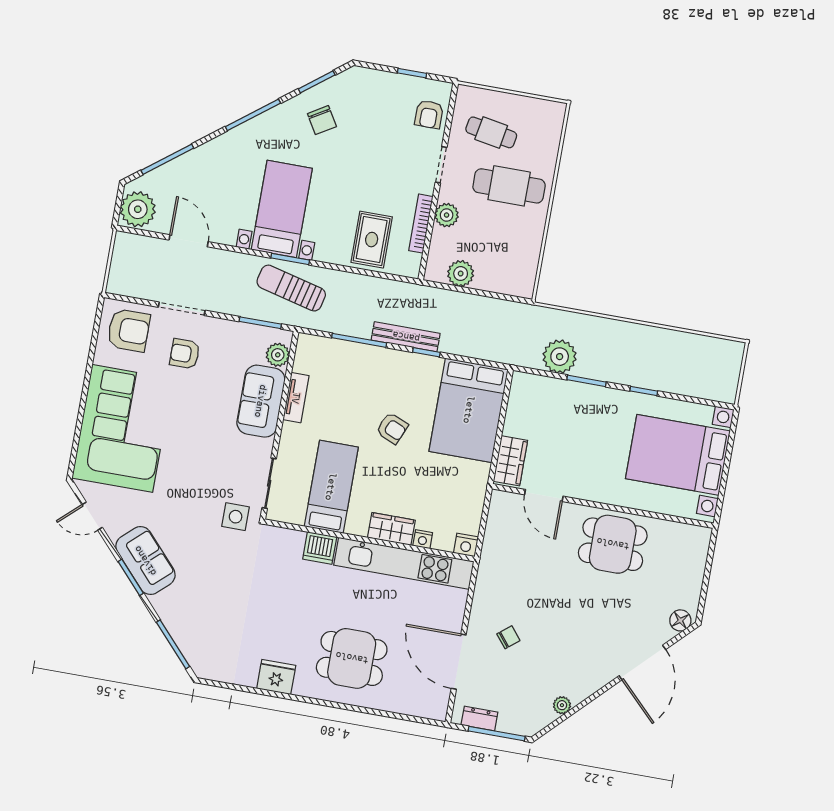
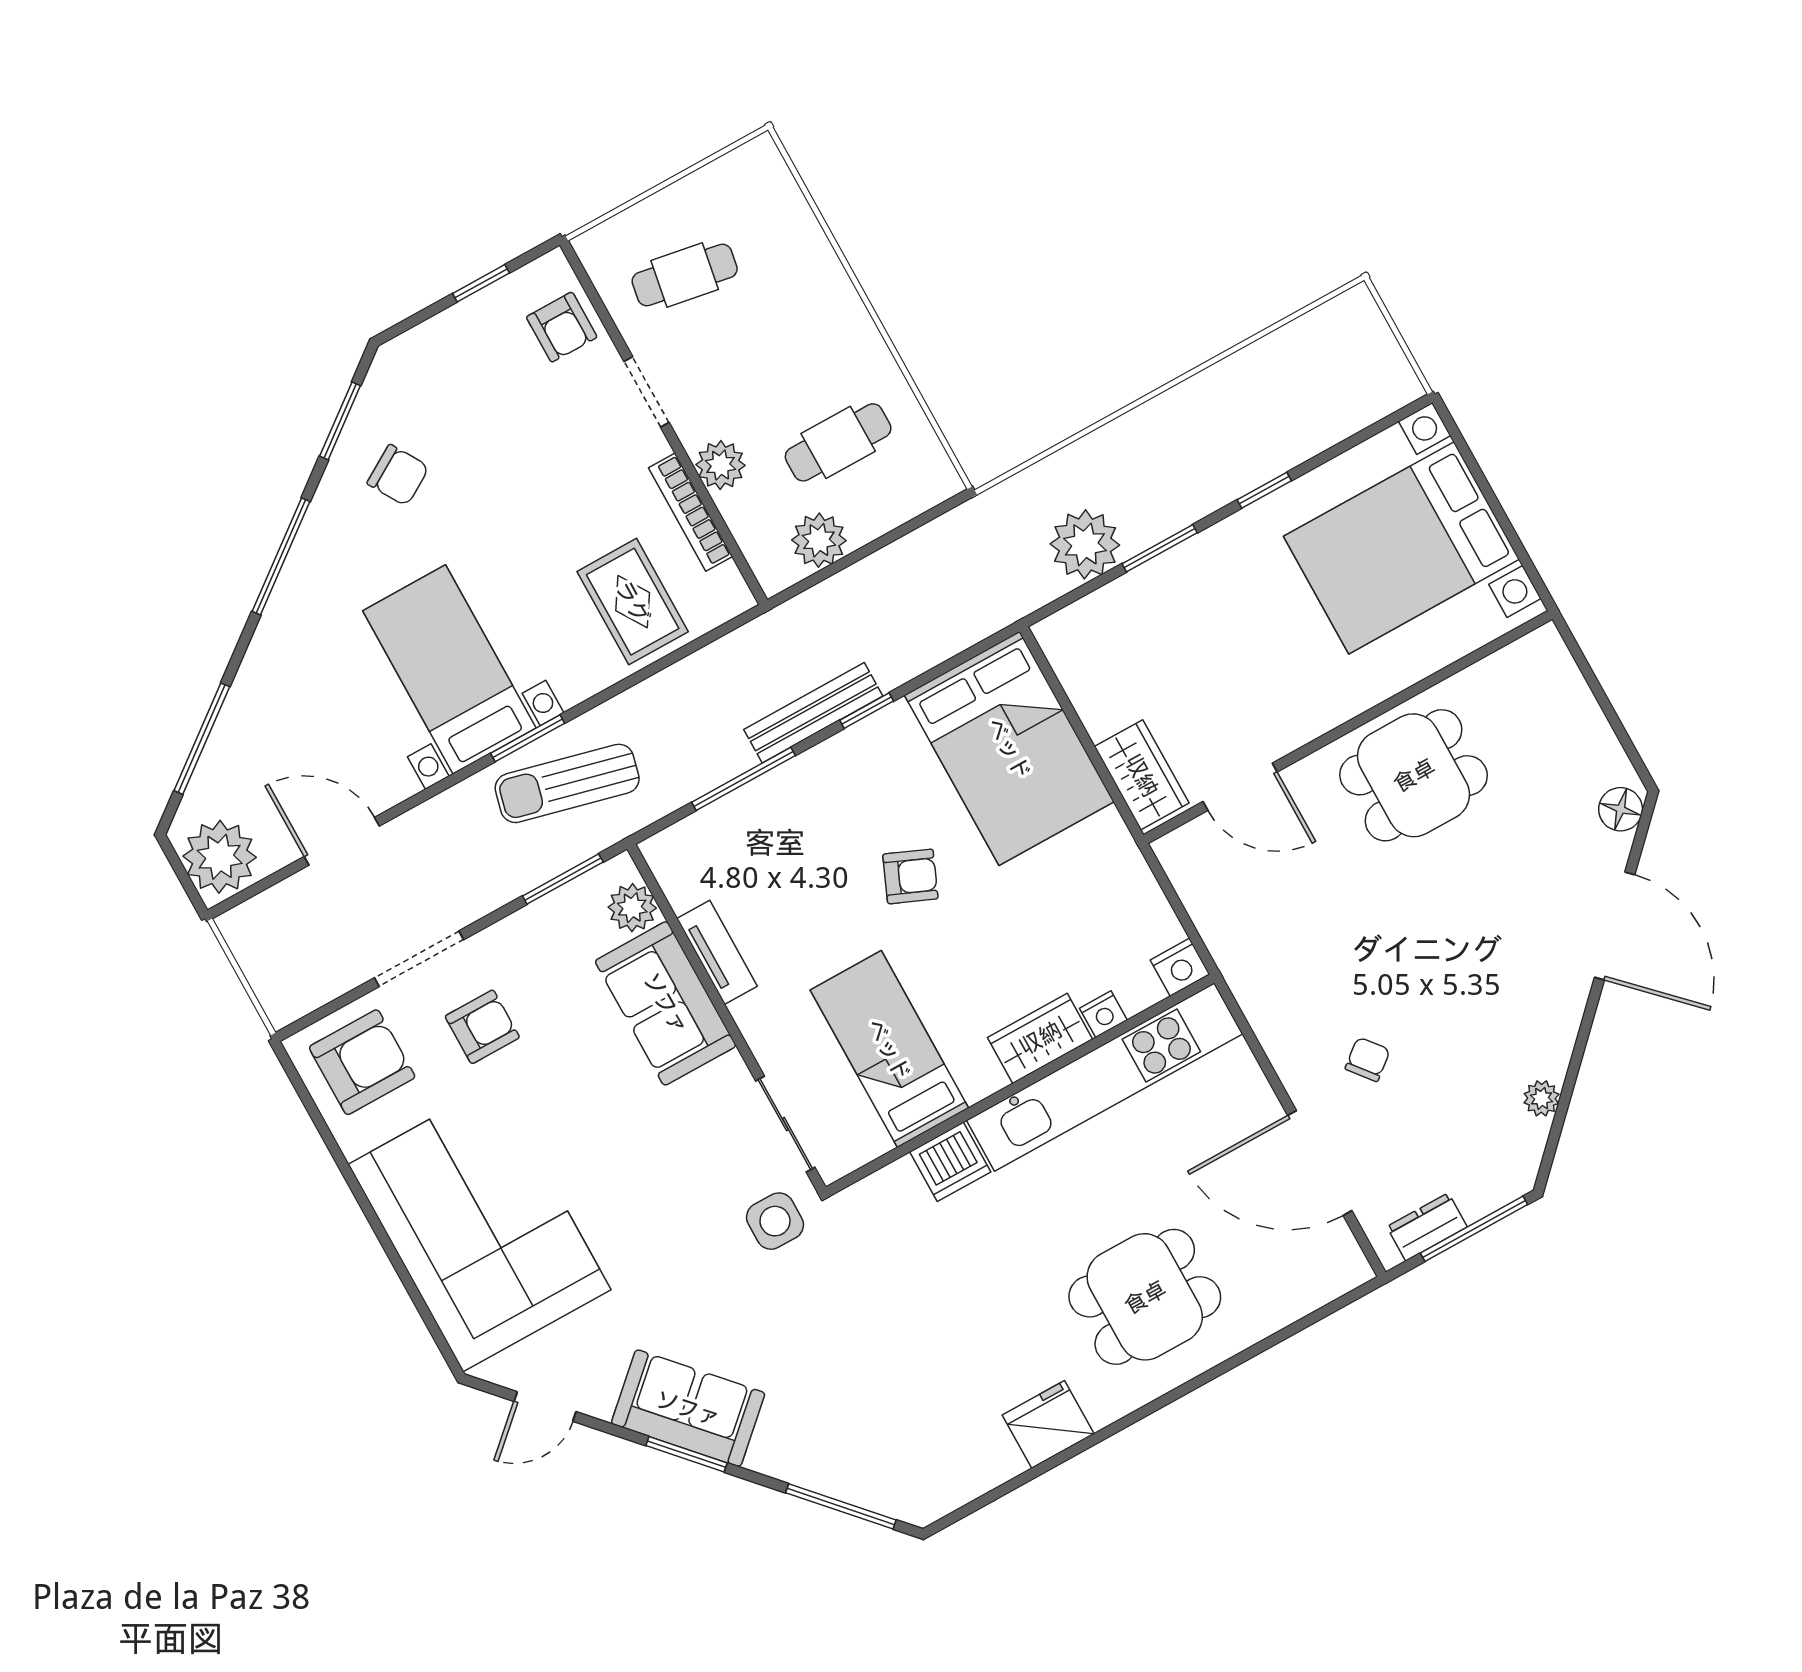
cafe table: (509, 186) -> (838, 442), moved, width x0.73, depth x0.74
armchair: (185, 354) -> (482, 1027), turned 180

